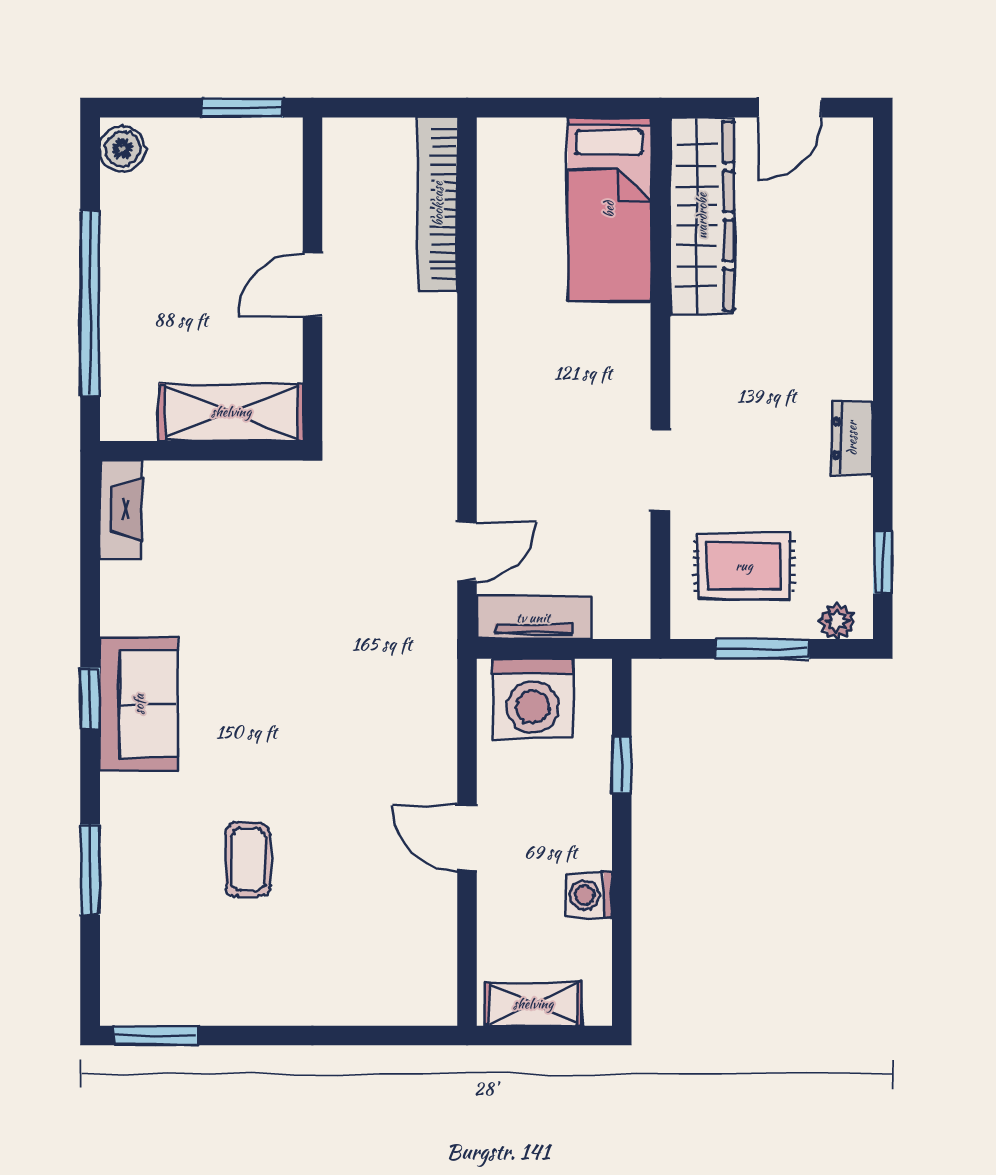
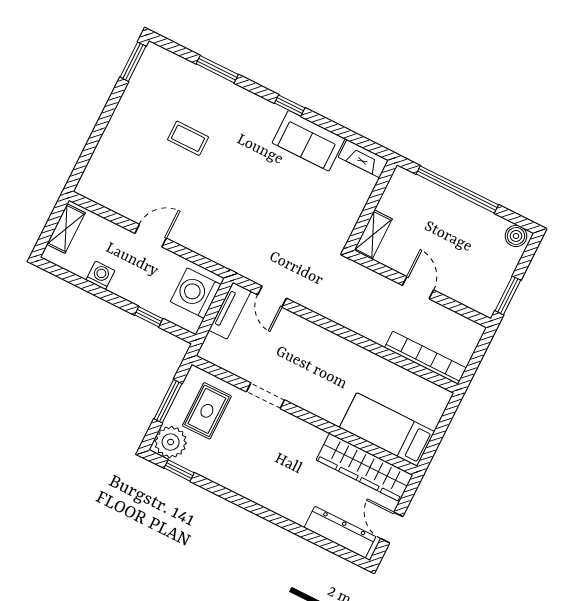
shelving: (231, 412) -> (373, 235), width x0.67, depth x0.75
dresser: (852, 438) -> (340, 532), moved, width x1.96, depth x1.24
plant: (837, 621) -> (171, 442), width x1.87, depth x1.87
sofa: (139, 704) -> (309, 141), moved

